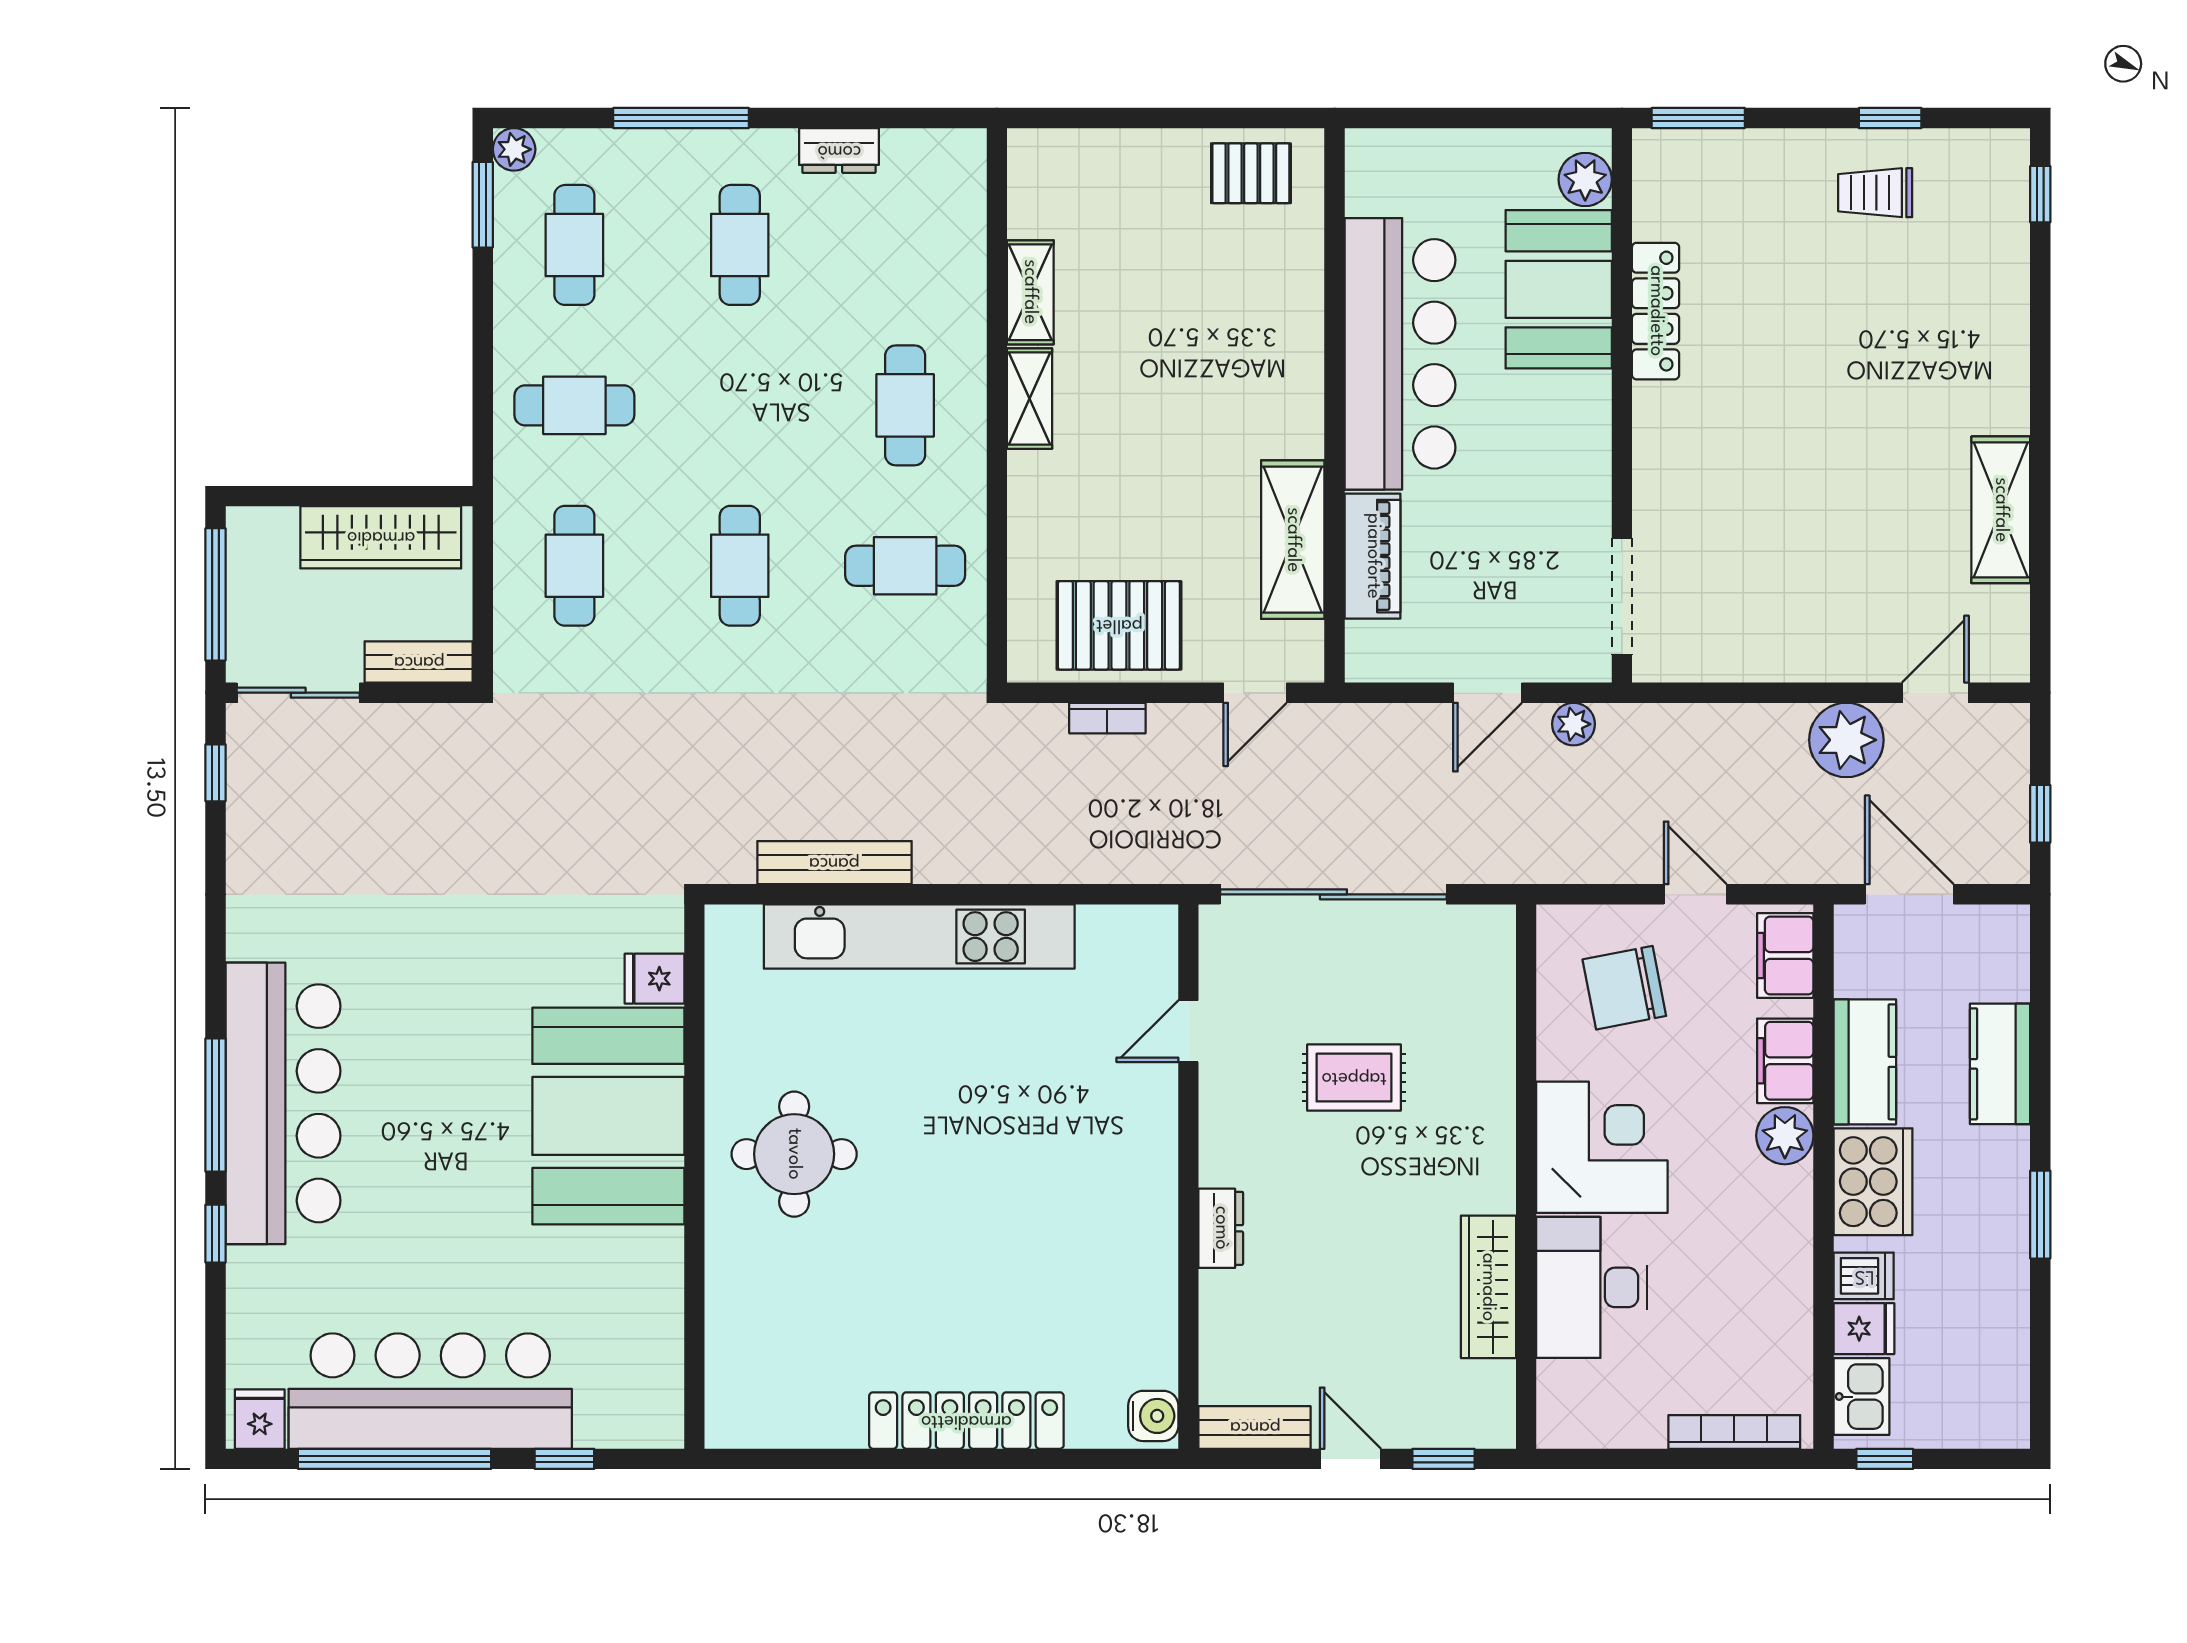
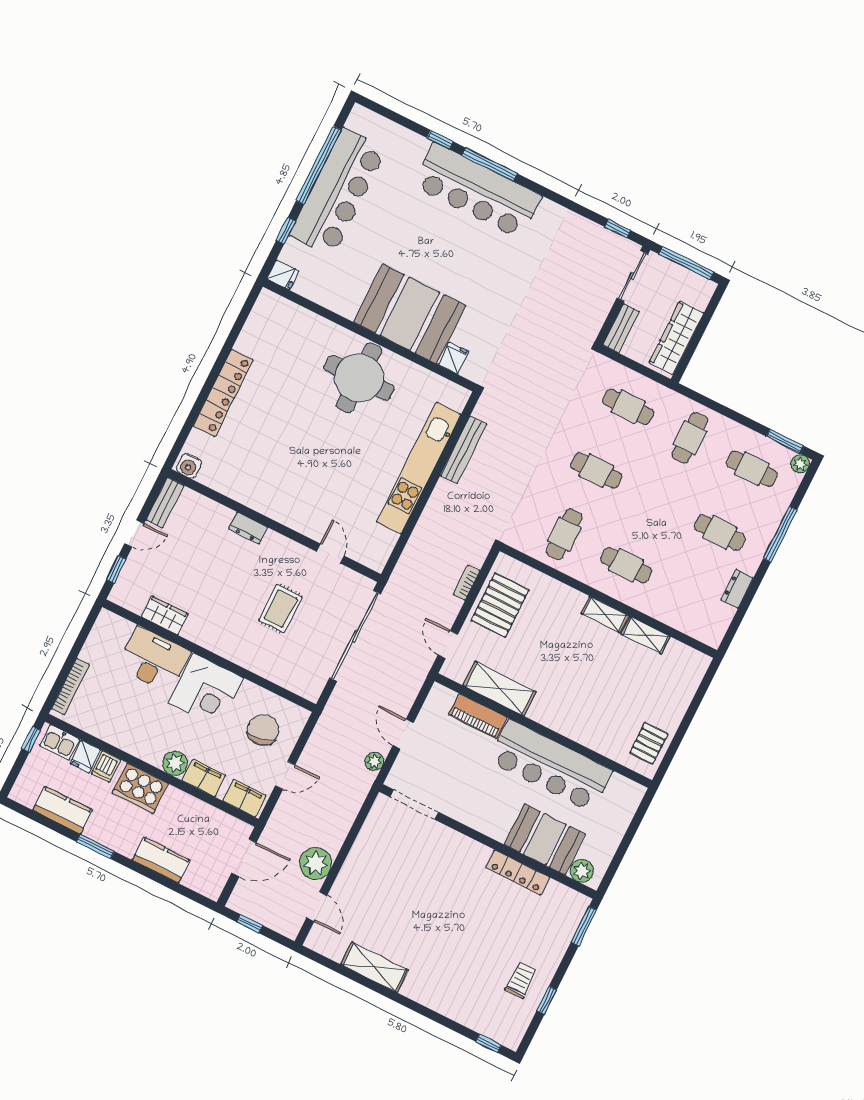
kitchen counter: (1865, 1062) -> (63, 810), moved, turned 180
round table: (794, 1154) -> (359, 378), width x1.36, depth x1.36
wardrobe: (1488, 1287) -> (165, 615), width x0.67
fridge: (260, 1419) -> (283, 275), moved

